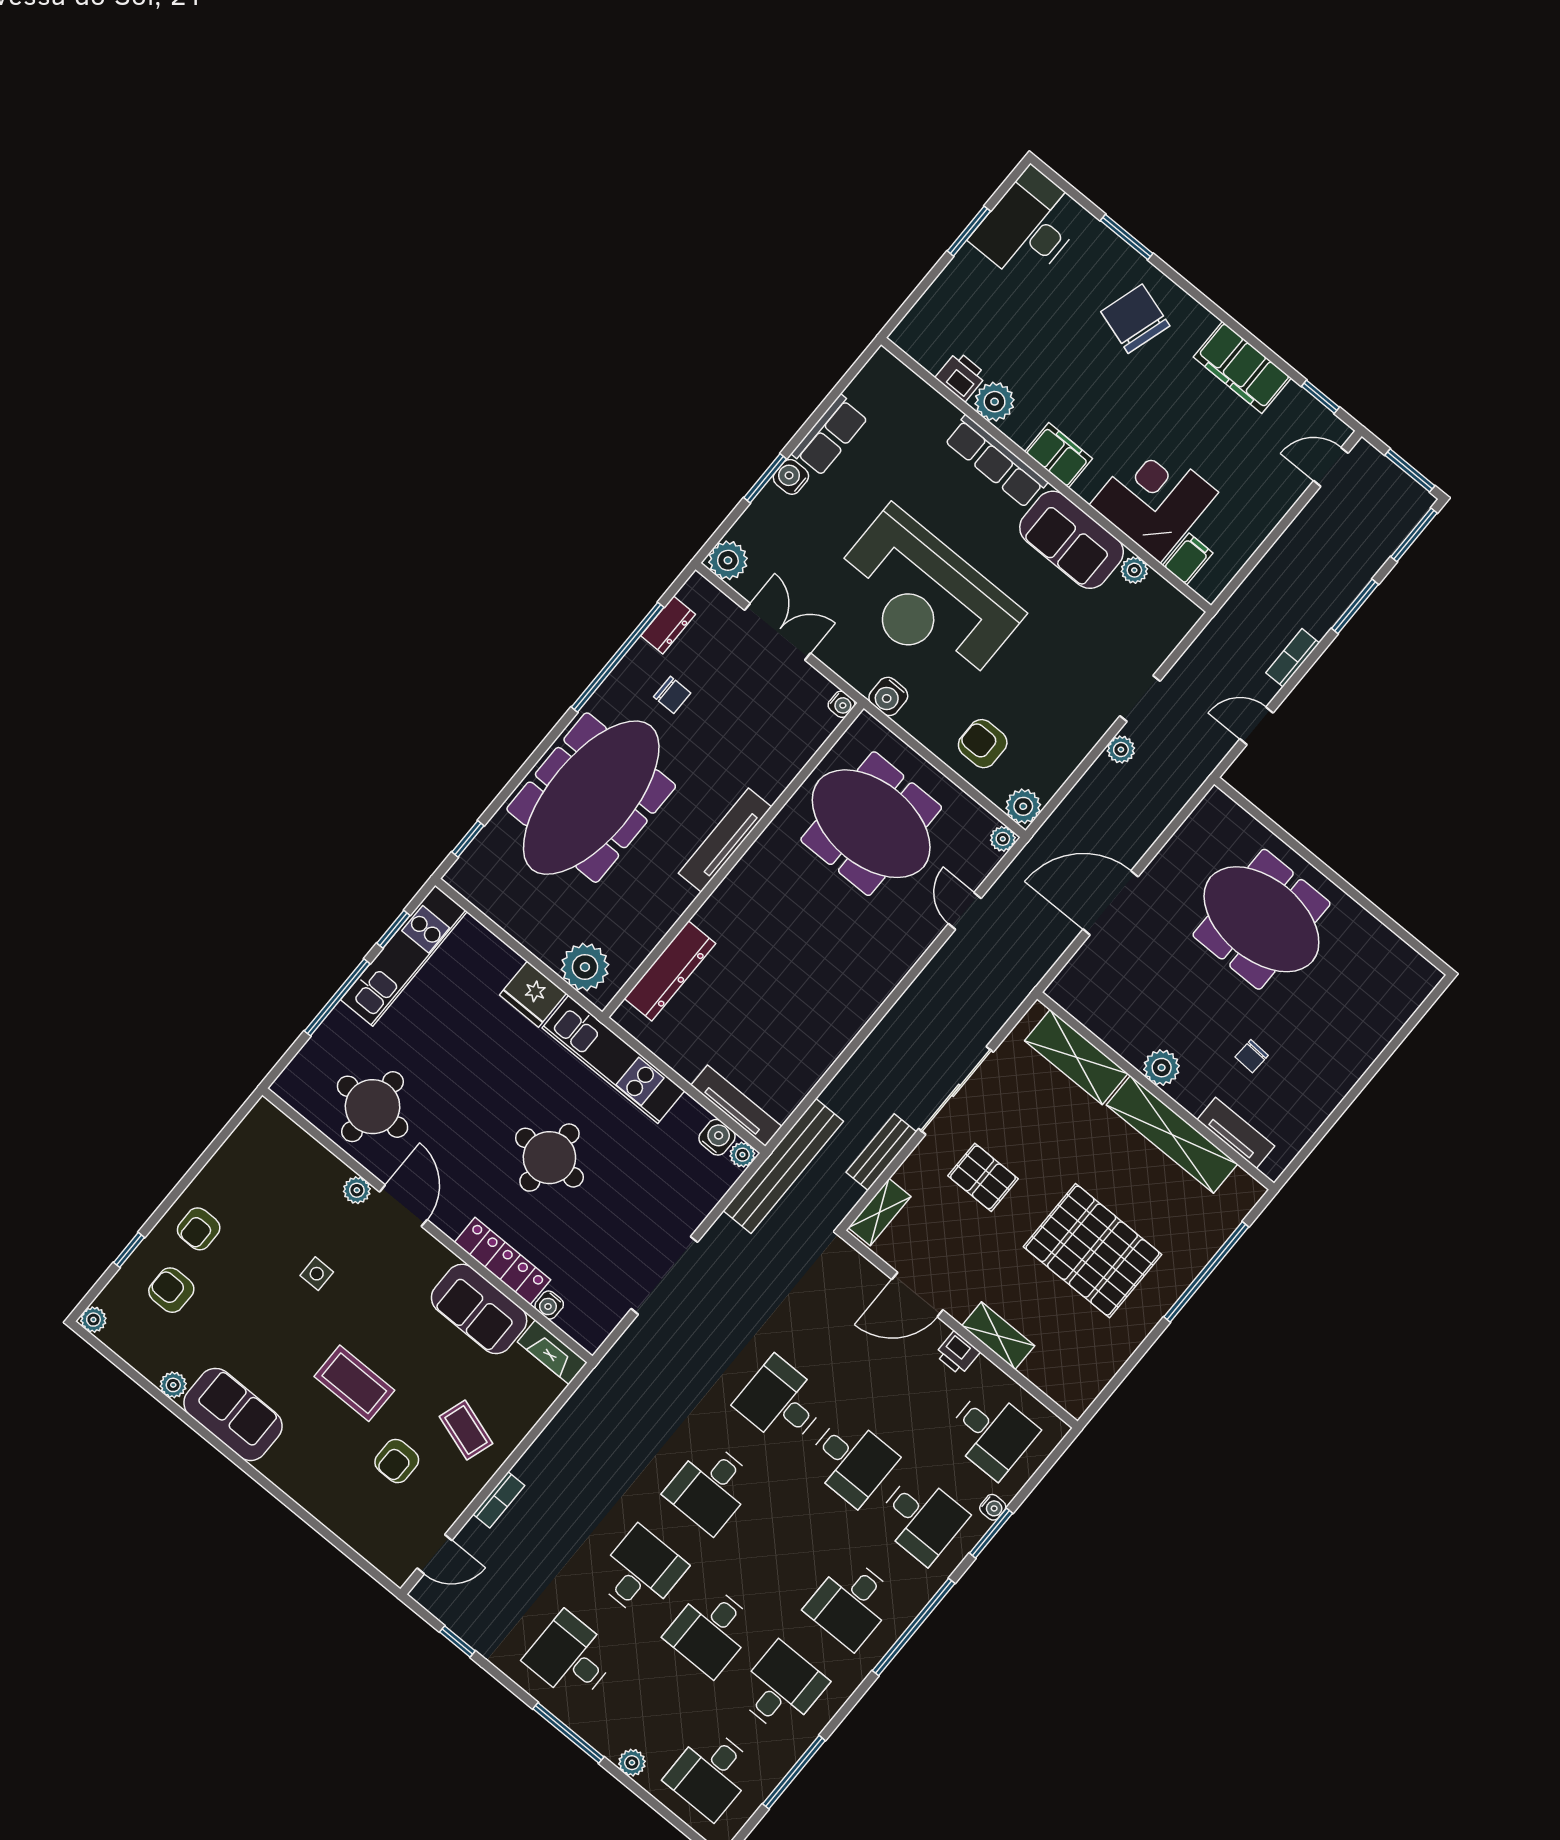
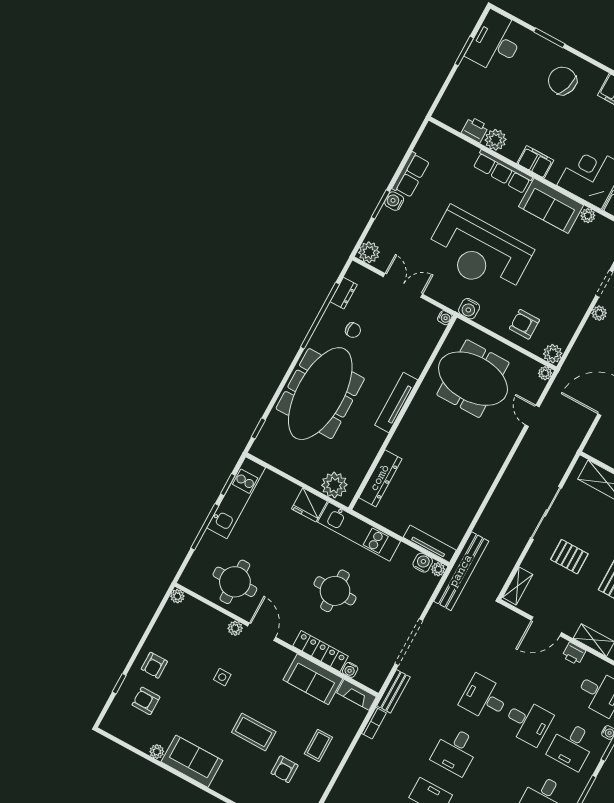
bench: (881, 1152) -> (393, 691), moved
plant: (93, 1320) -> (177, 596), moved
coffee table: (466, 1430) -> (318, 745), turned 72
bookcase: (499, 1500) -> (374, 723), moved
desk: (921, 1518) -> (572, 746), turned 90

